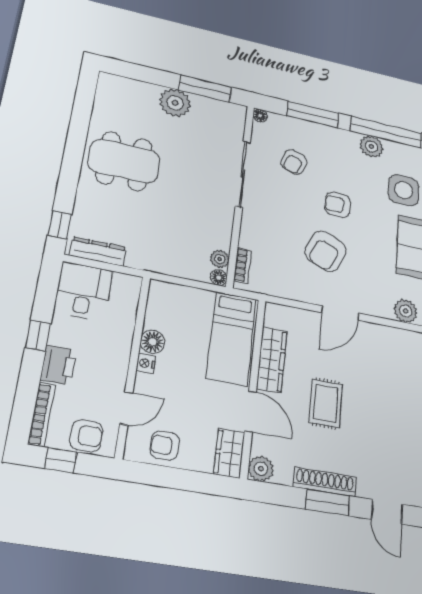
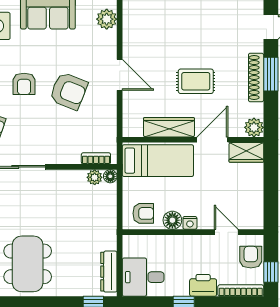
armchair: (165, 446) -> (143, 213), moved, turned -90

